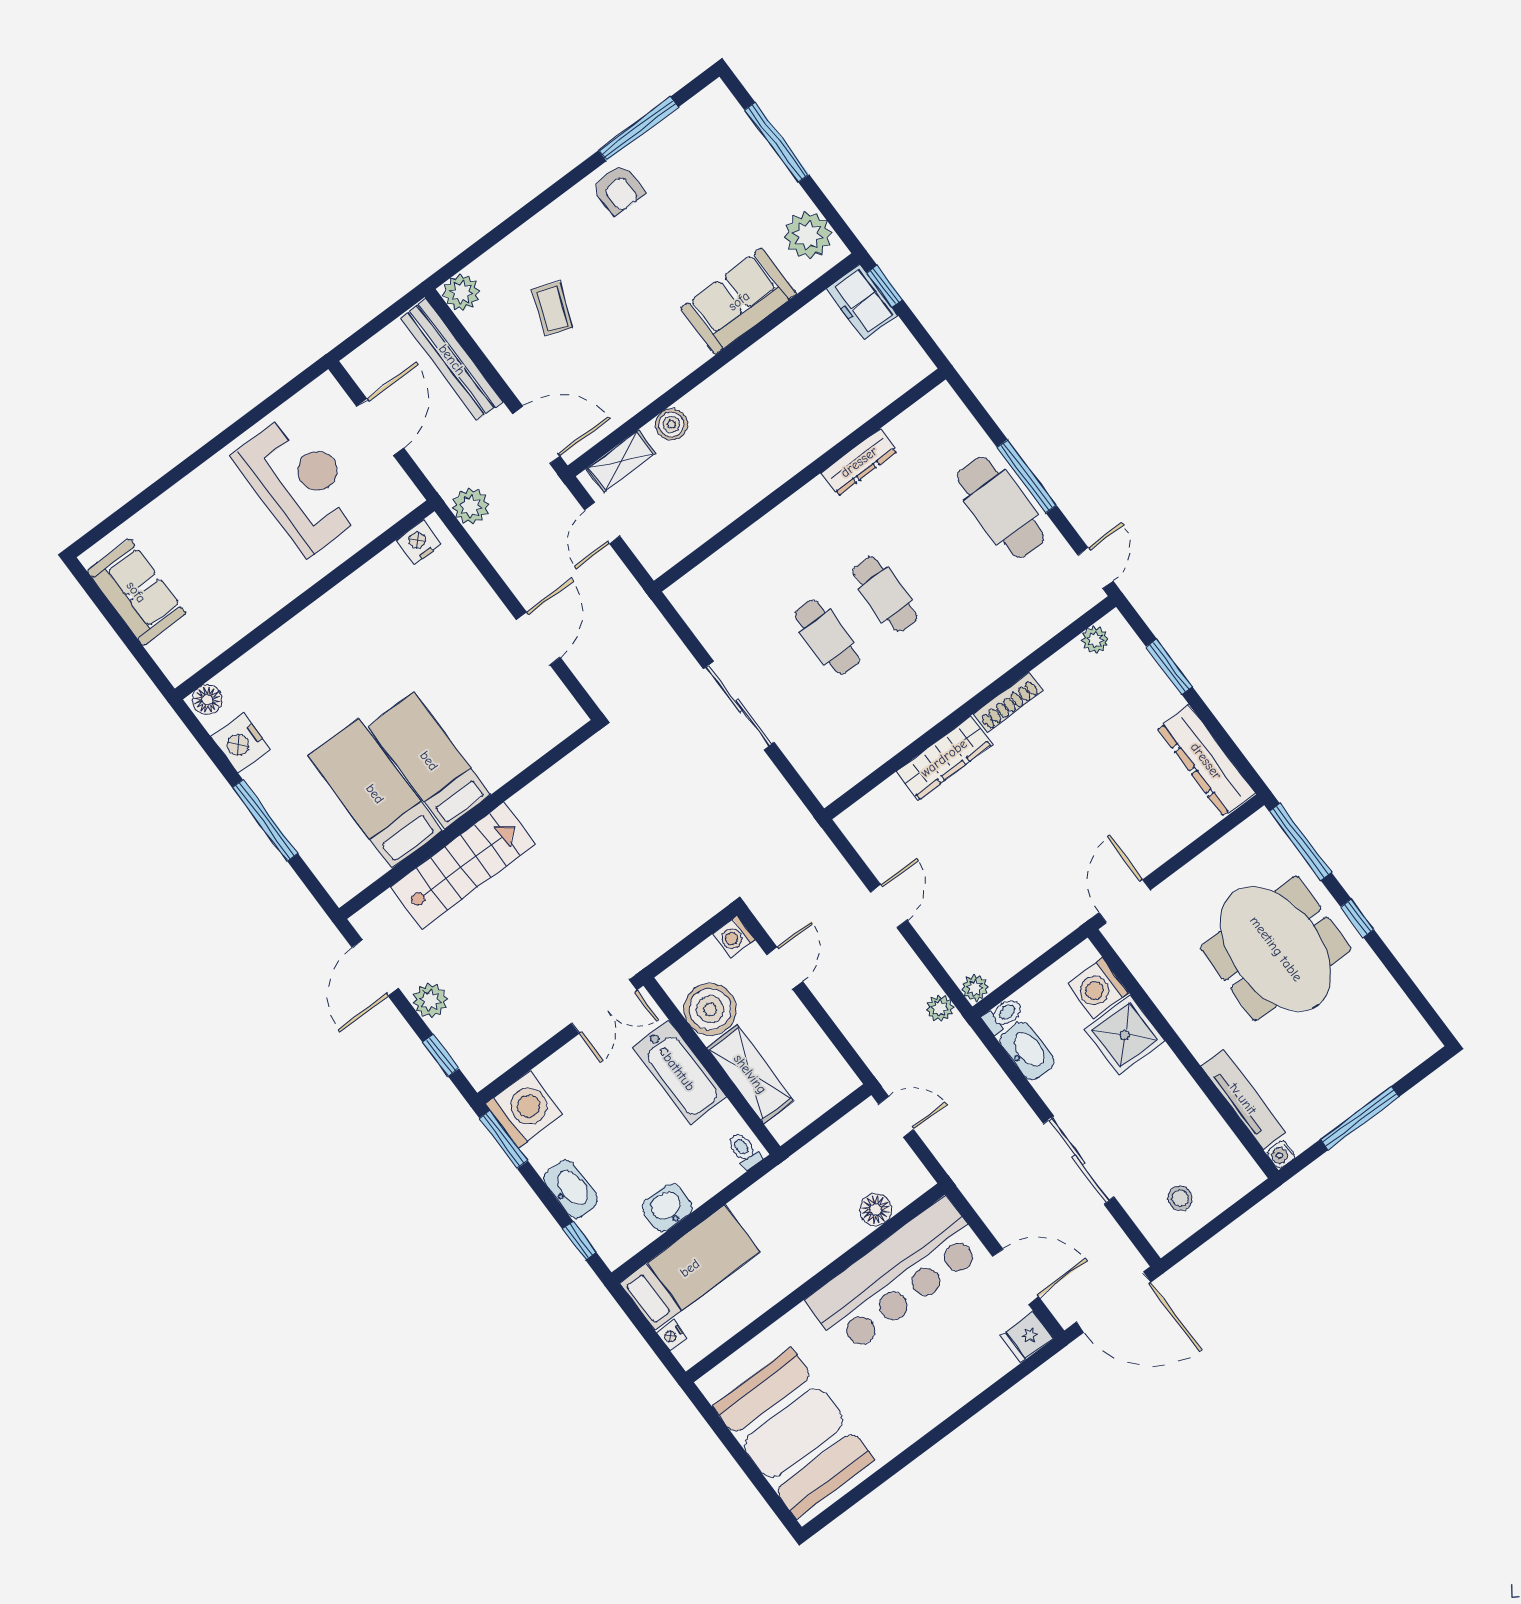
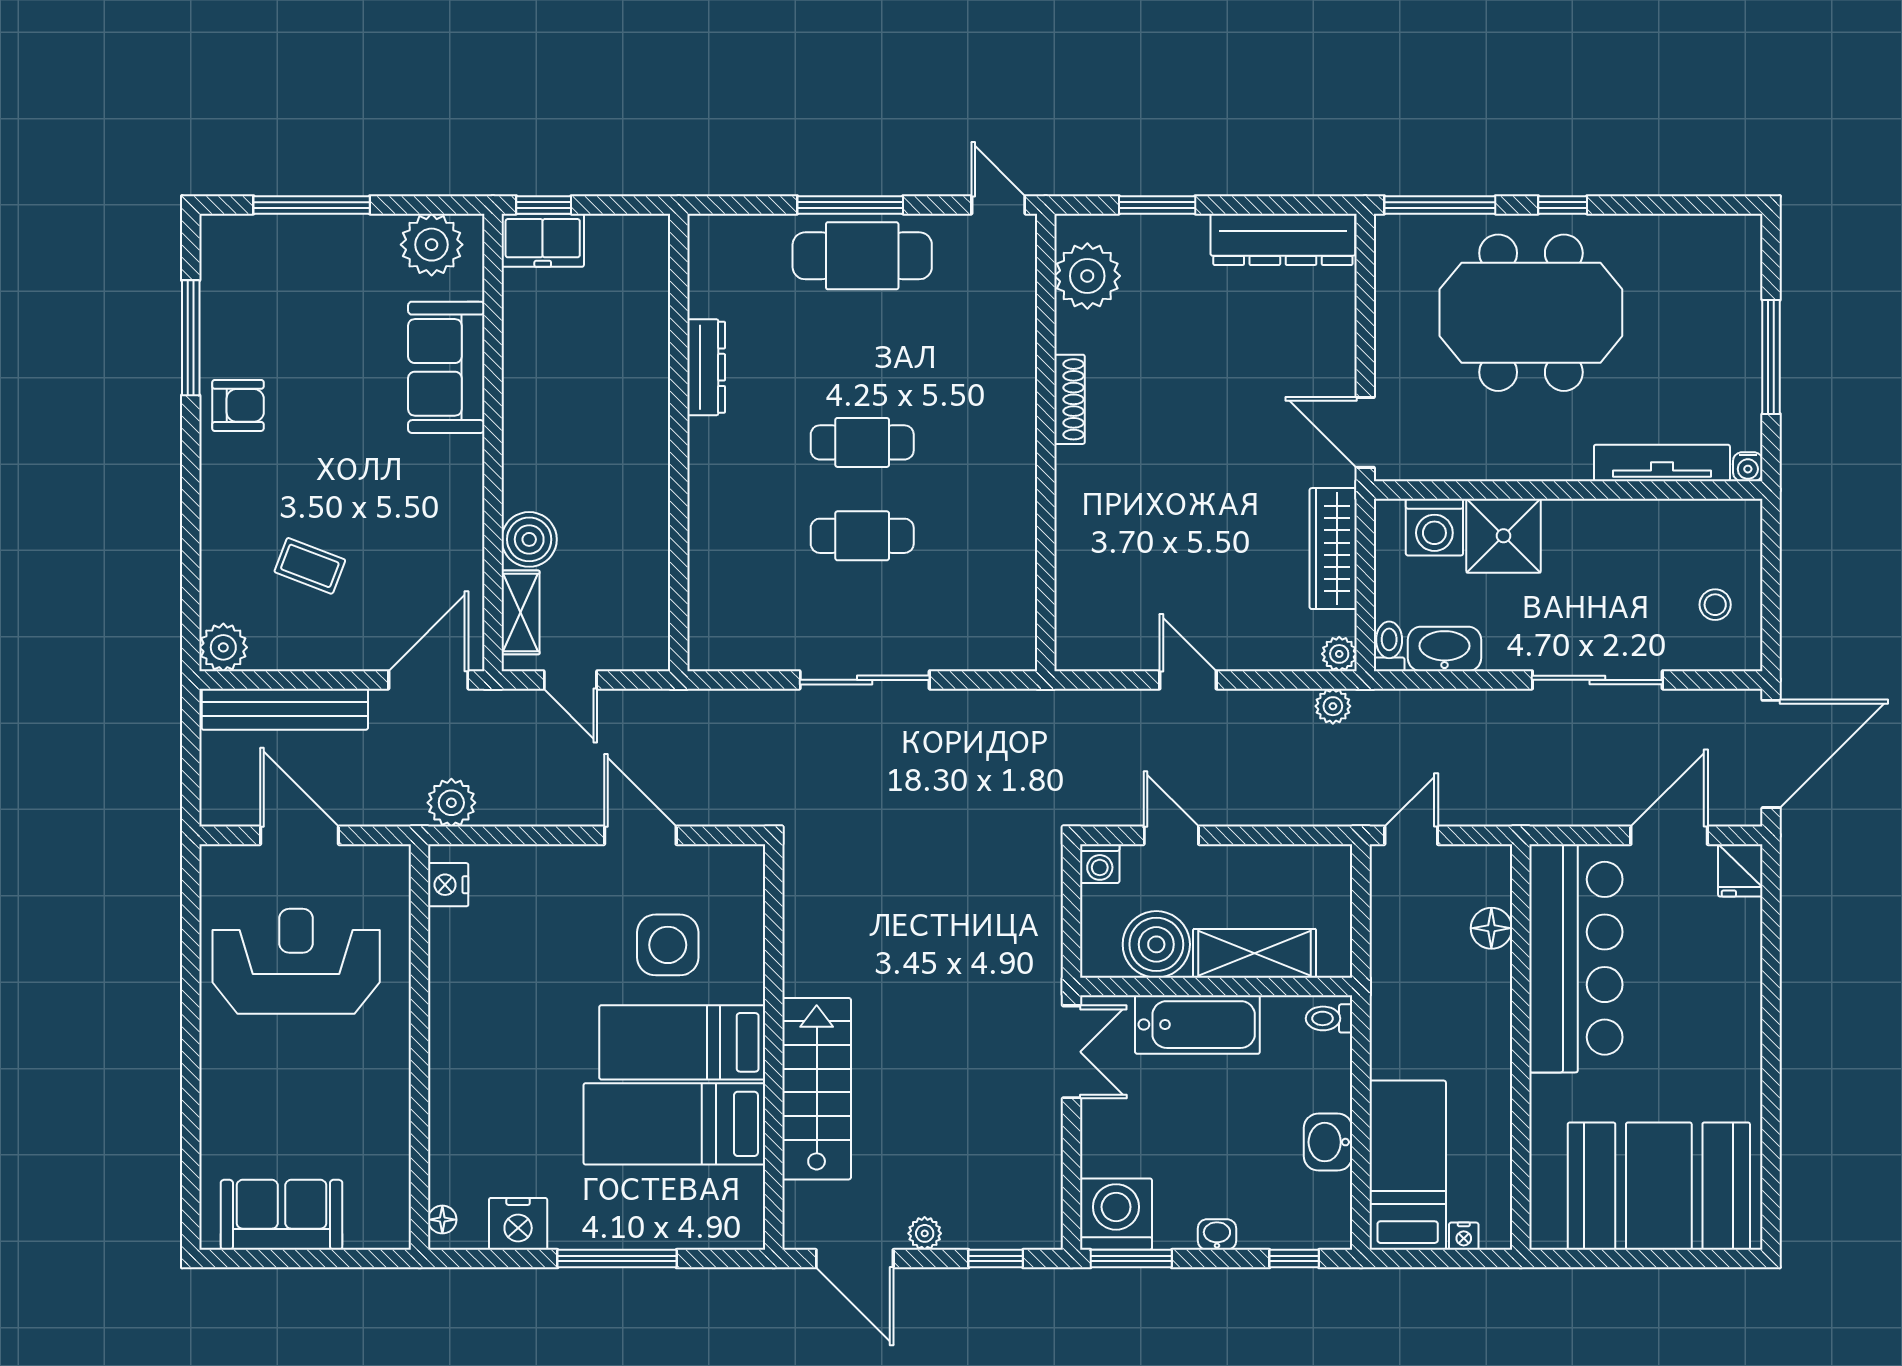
boiler: (671, 424) -> (529, 539), width x1.36, depth x1.36
plant: (1095, 640) -> (1087, 276), width x1.88, depth x1.88
floor lamp: (207, 700) -> (442, 1220), width x0.73, depth x0.73
side table: (483, 706) -> (668, 945), added
wardrobe: (944, 758) -> (1333, 549), moved, turned 180
plant: (430, 1001) -> (925, 1233), width x0.73, depth x0.73
washbasin: (571, 1189) -> (1217, 1234), width x0.52, depth x0.69

